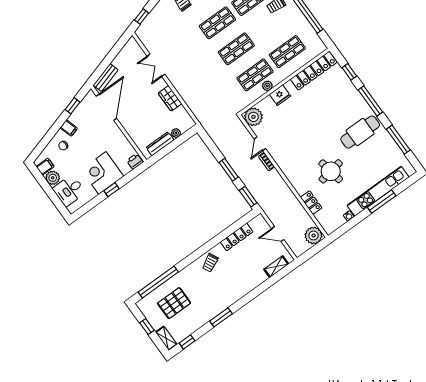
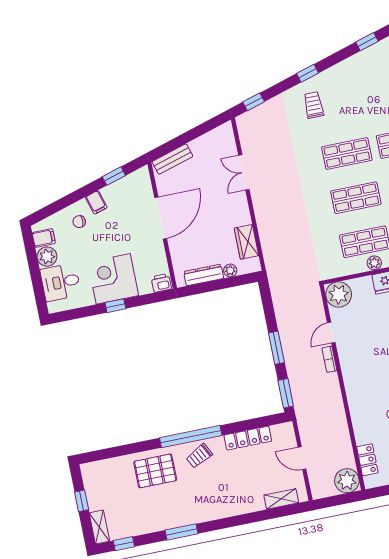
wardrobe: (170, 98) -> (246, 242), moved
door: (106, 107) -> (161, 218), moved
locker: (311, 203) -> (367, 460), moved
window: (158, 282) -> (191, 437), moved
pallet: (174, 303) -> (155, 471), moved

